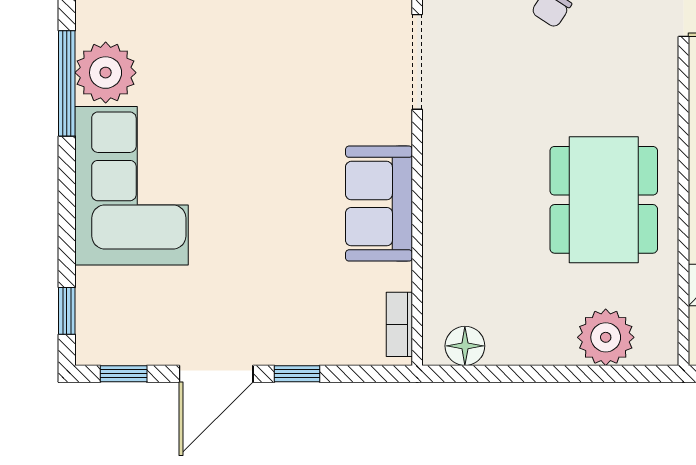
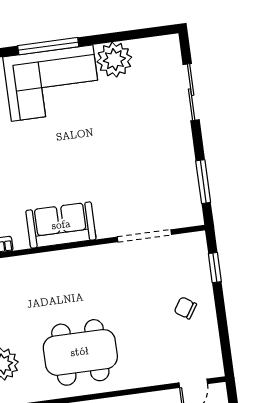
window: (67, 83) -> (48, 46), moved

